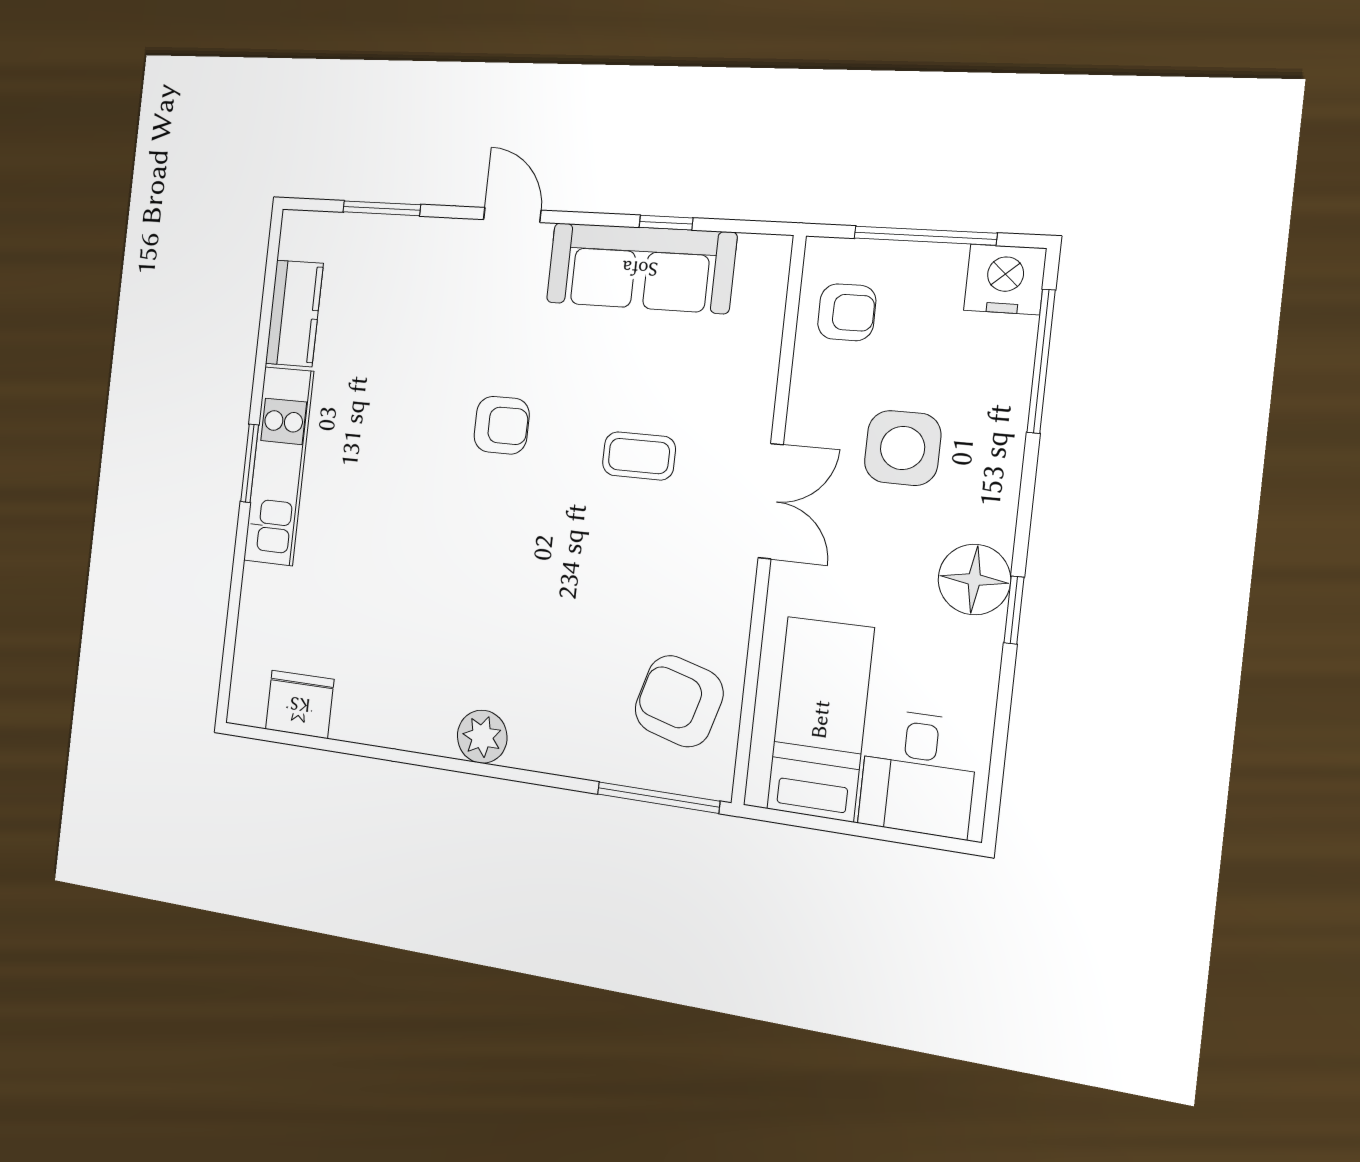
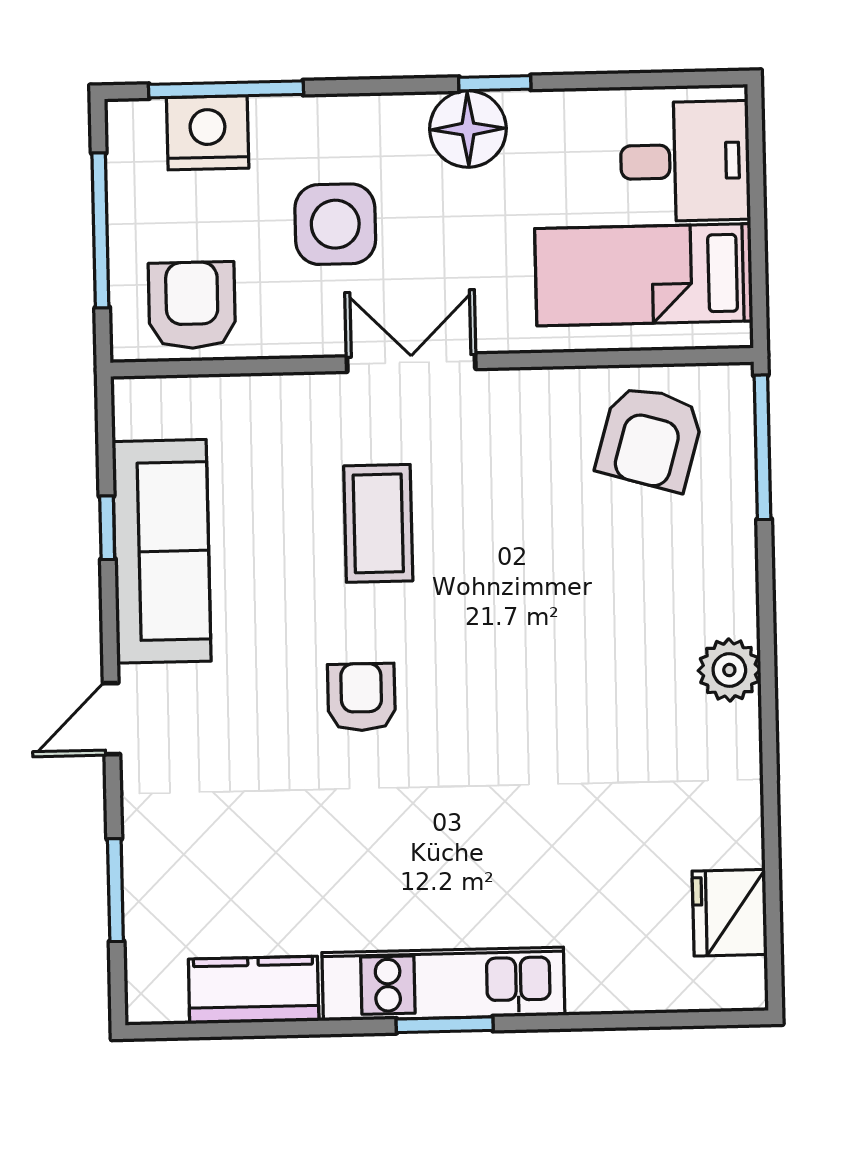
nightstand: (1005, 279) -> (208, 133), moved, turned 90
armchair: (847, 312) -> (192, 305), width x1.38, depth x1.38
coffee table: (639, 456) -> (378, 523), width x1.36, depth x1.30

